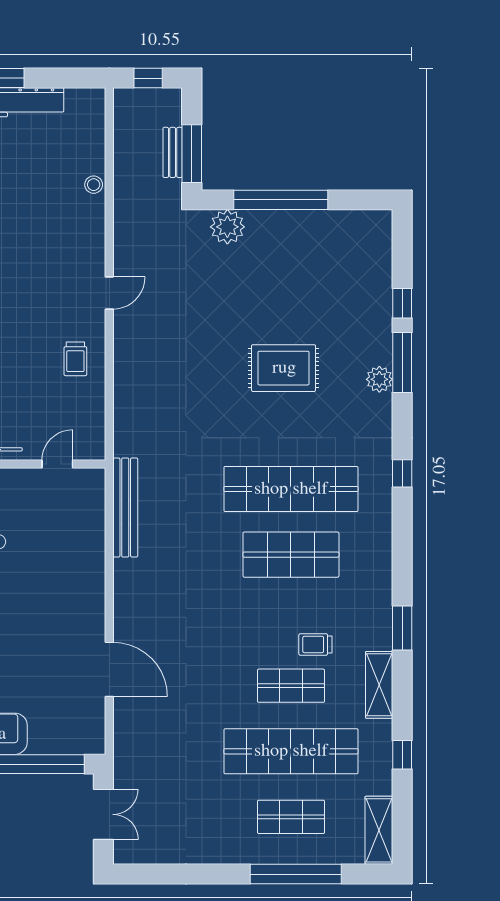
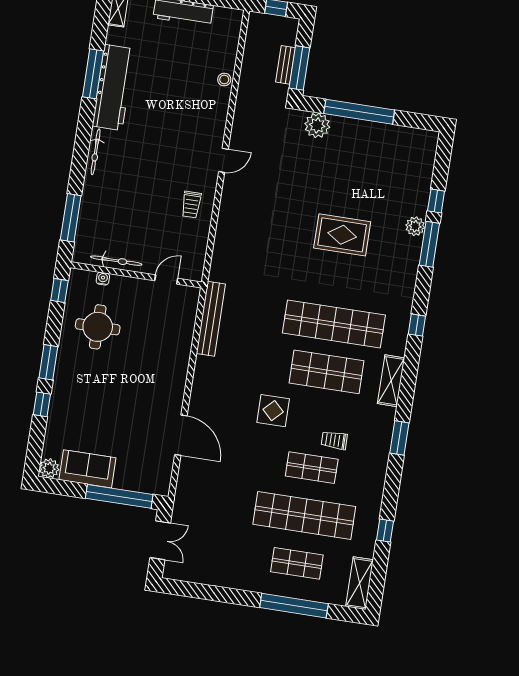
plant: (379, 379) -> (415, 226), moved
display table: (228, 618) -> (273, 411), added
shelving: (379, 685) -> (391, 381), moved

